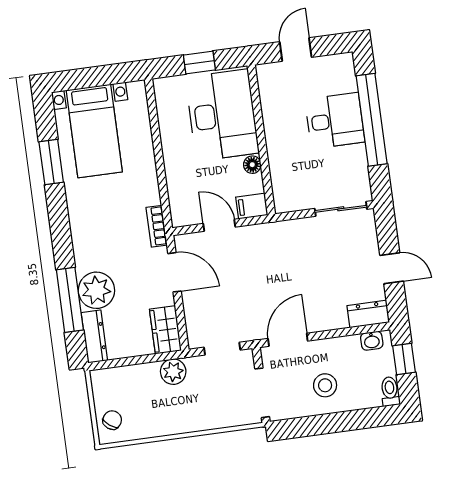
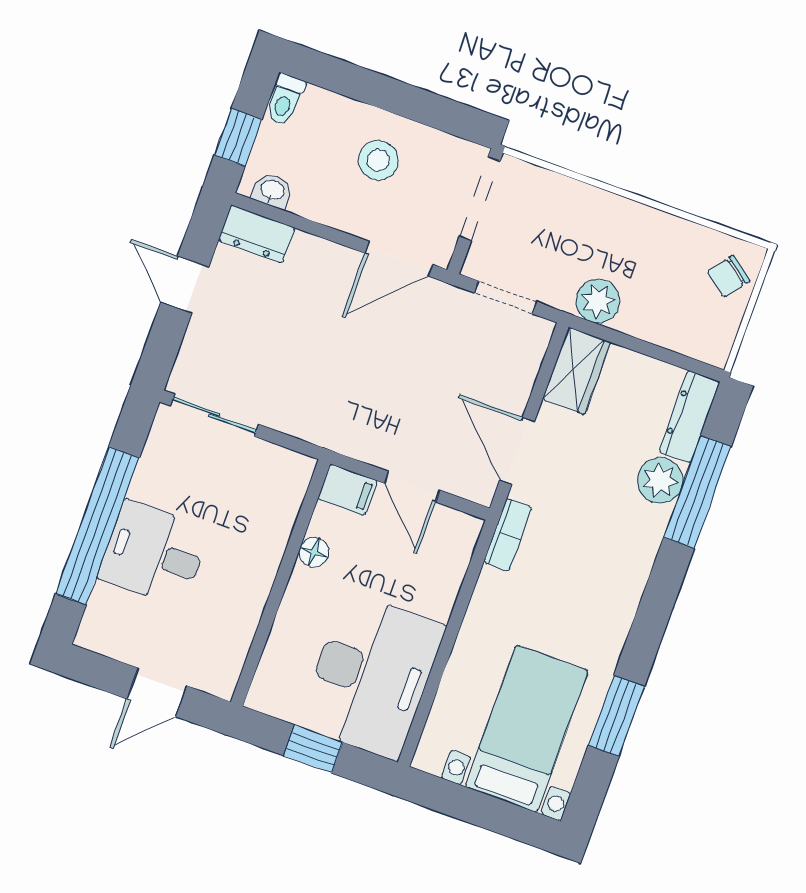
desk: (222, 115) -> (371, 676), moved, turned 180
plant: (96, 290) -> (660, 480), width x0.73, depth x0.73

